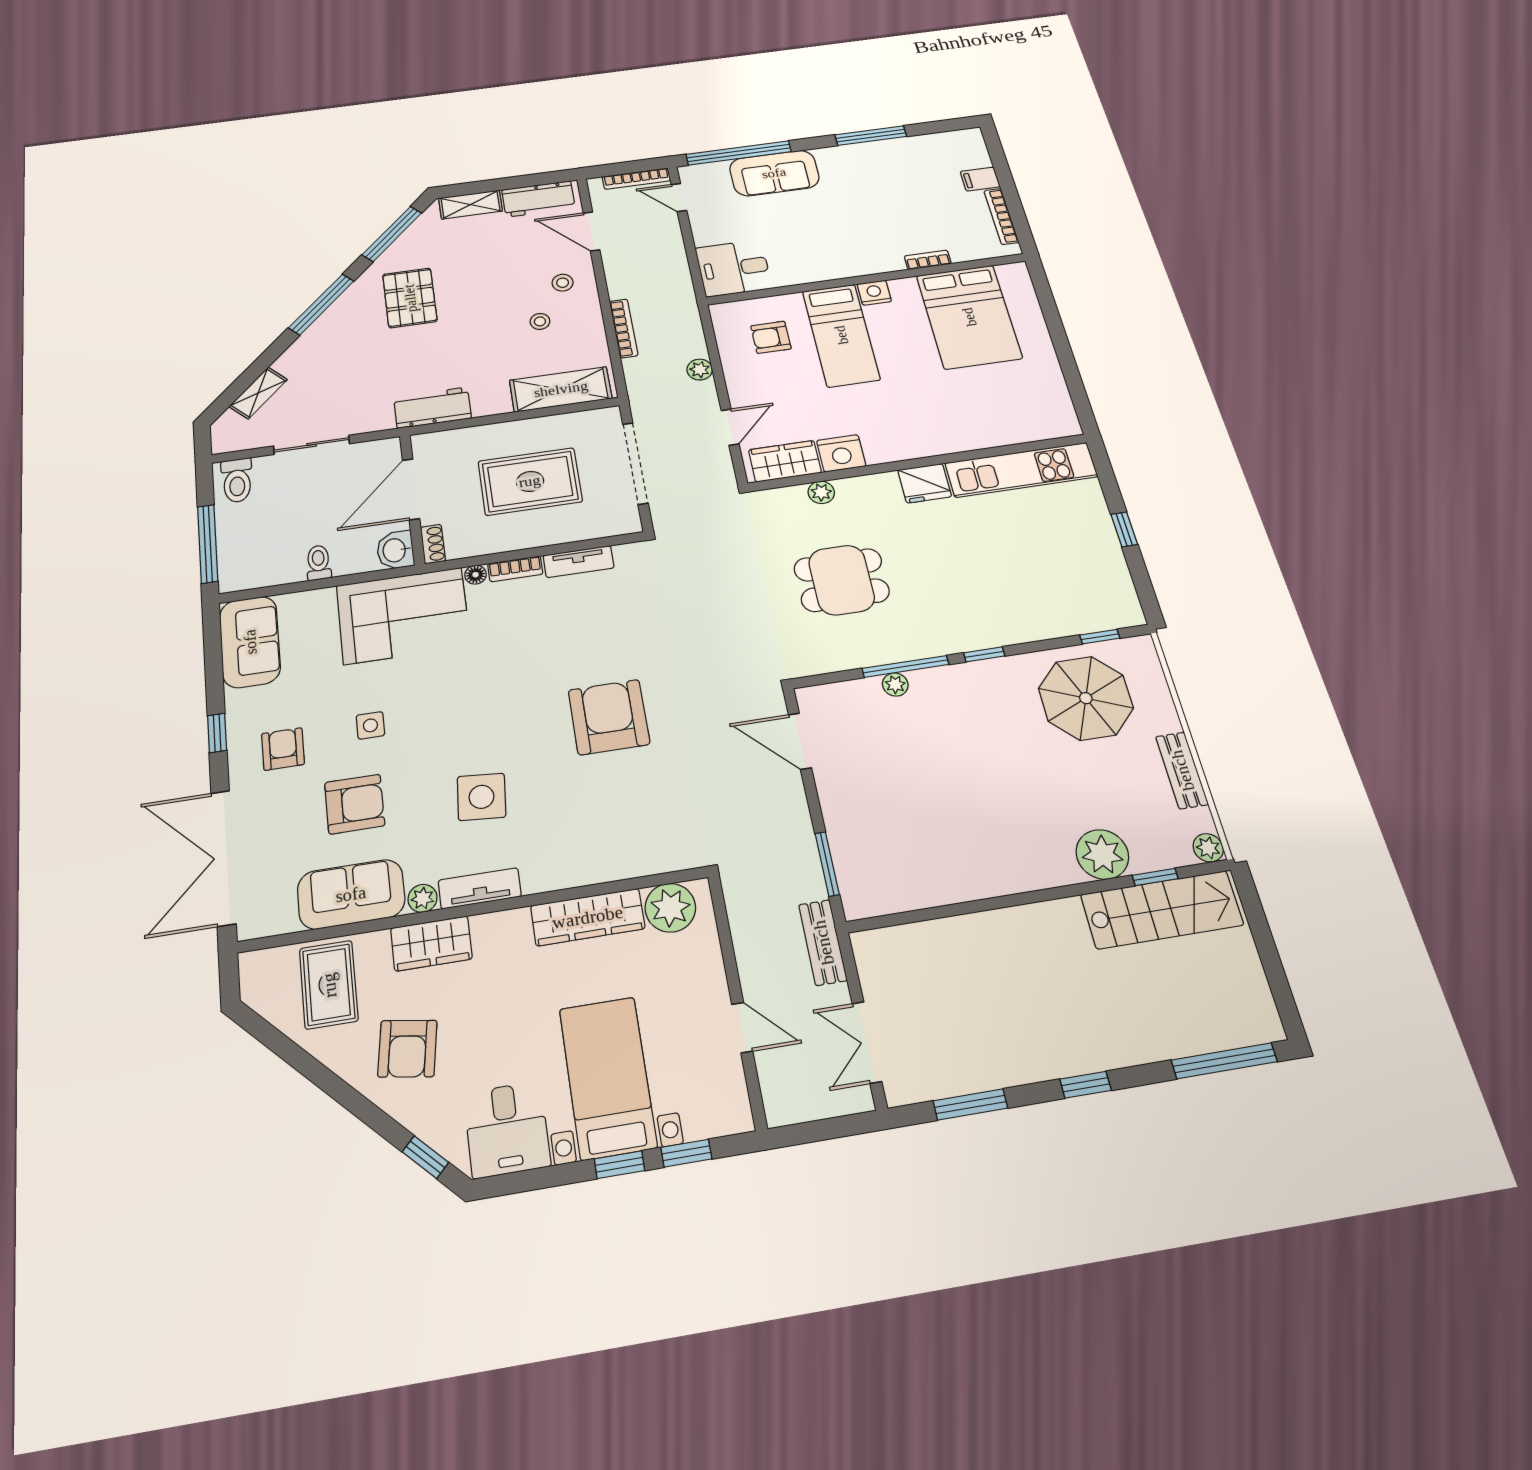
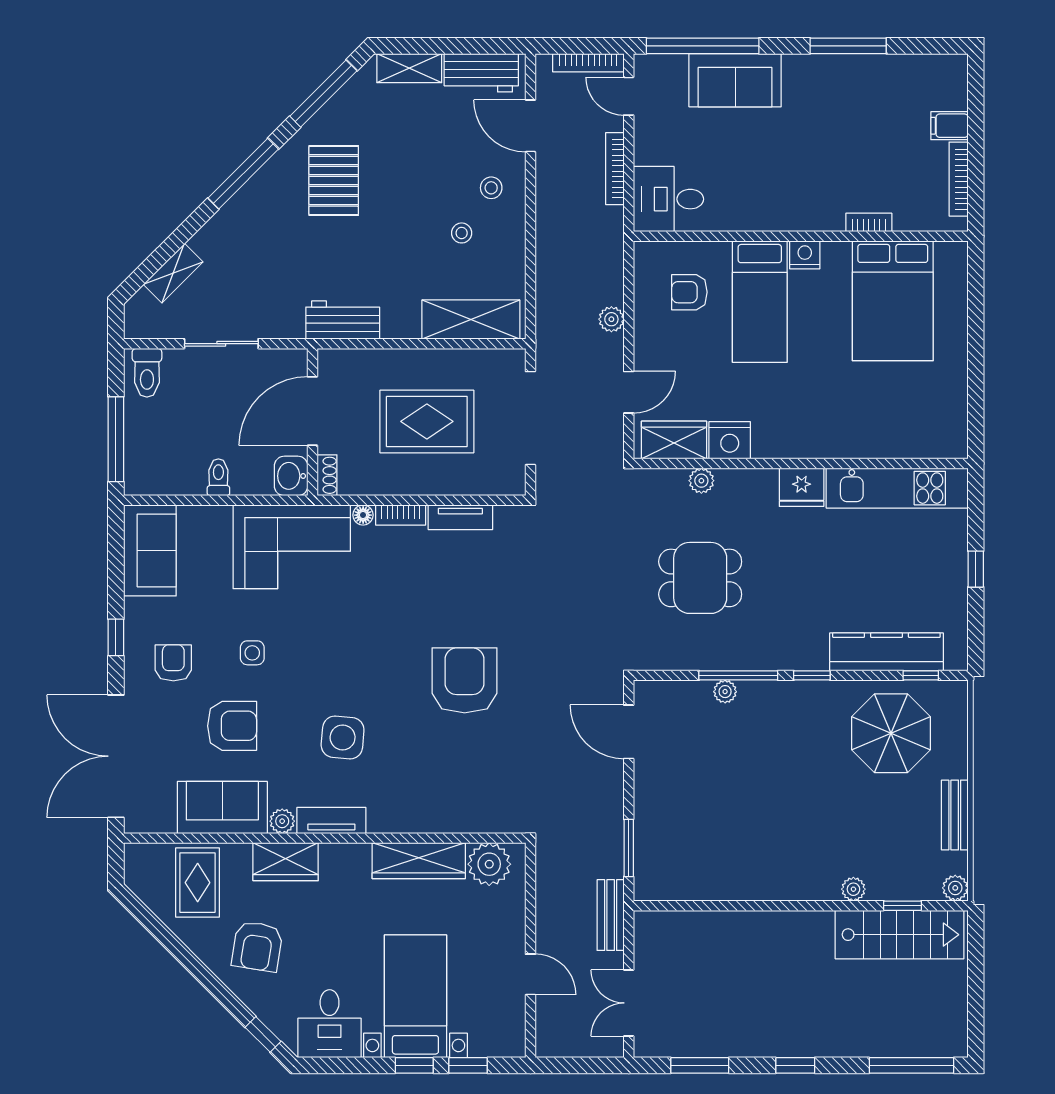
bookcase: (624, 328) -> (615, 169), moved, turned 180
kitchen counter: (1056, 620) -> (886, 652), added
plant: (1102, 854) -> (853, 889), width x0.53, depth x0.53

